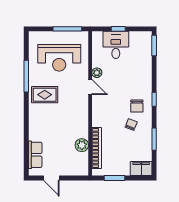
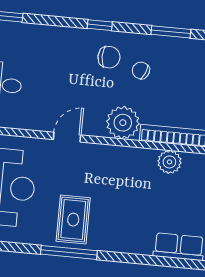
plant: (97, 73) -> (123, 123), moved, width x1.87, depth x1.87
window: (26, 76) -> (69, 252), moved

